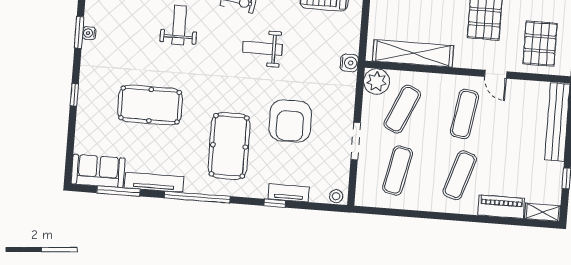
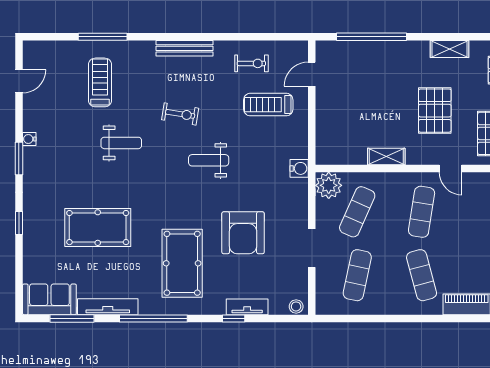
weight bench: (179, 25) -> (121, 143), turned 90
water cooler: (89, 33) -> (29, 139), moved
shelving: (413, 53) -> (386, 156), width x0.45, depth x0.75
exercise mat: (460, 175) -> (422, 275), turned -33

